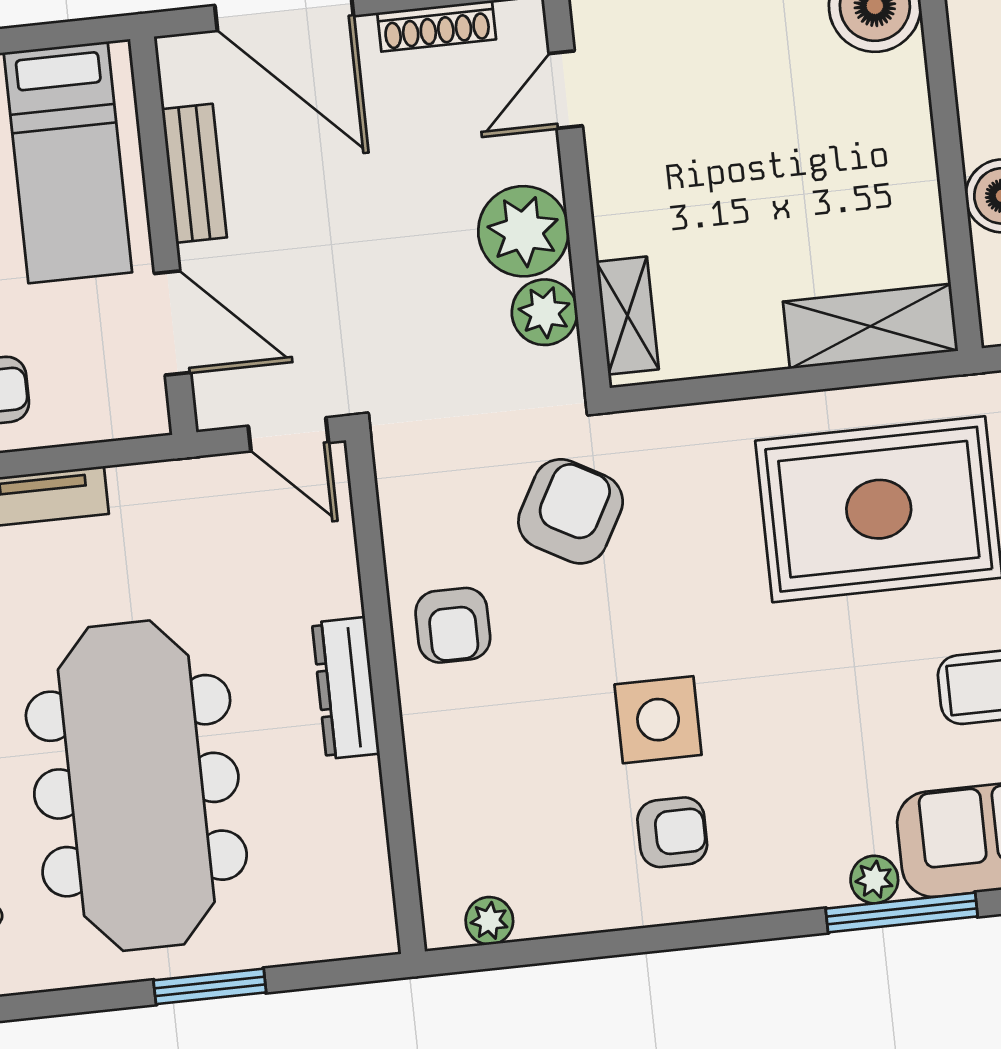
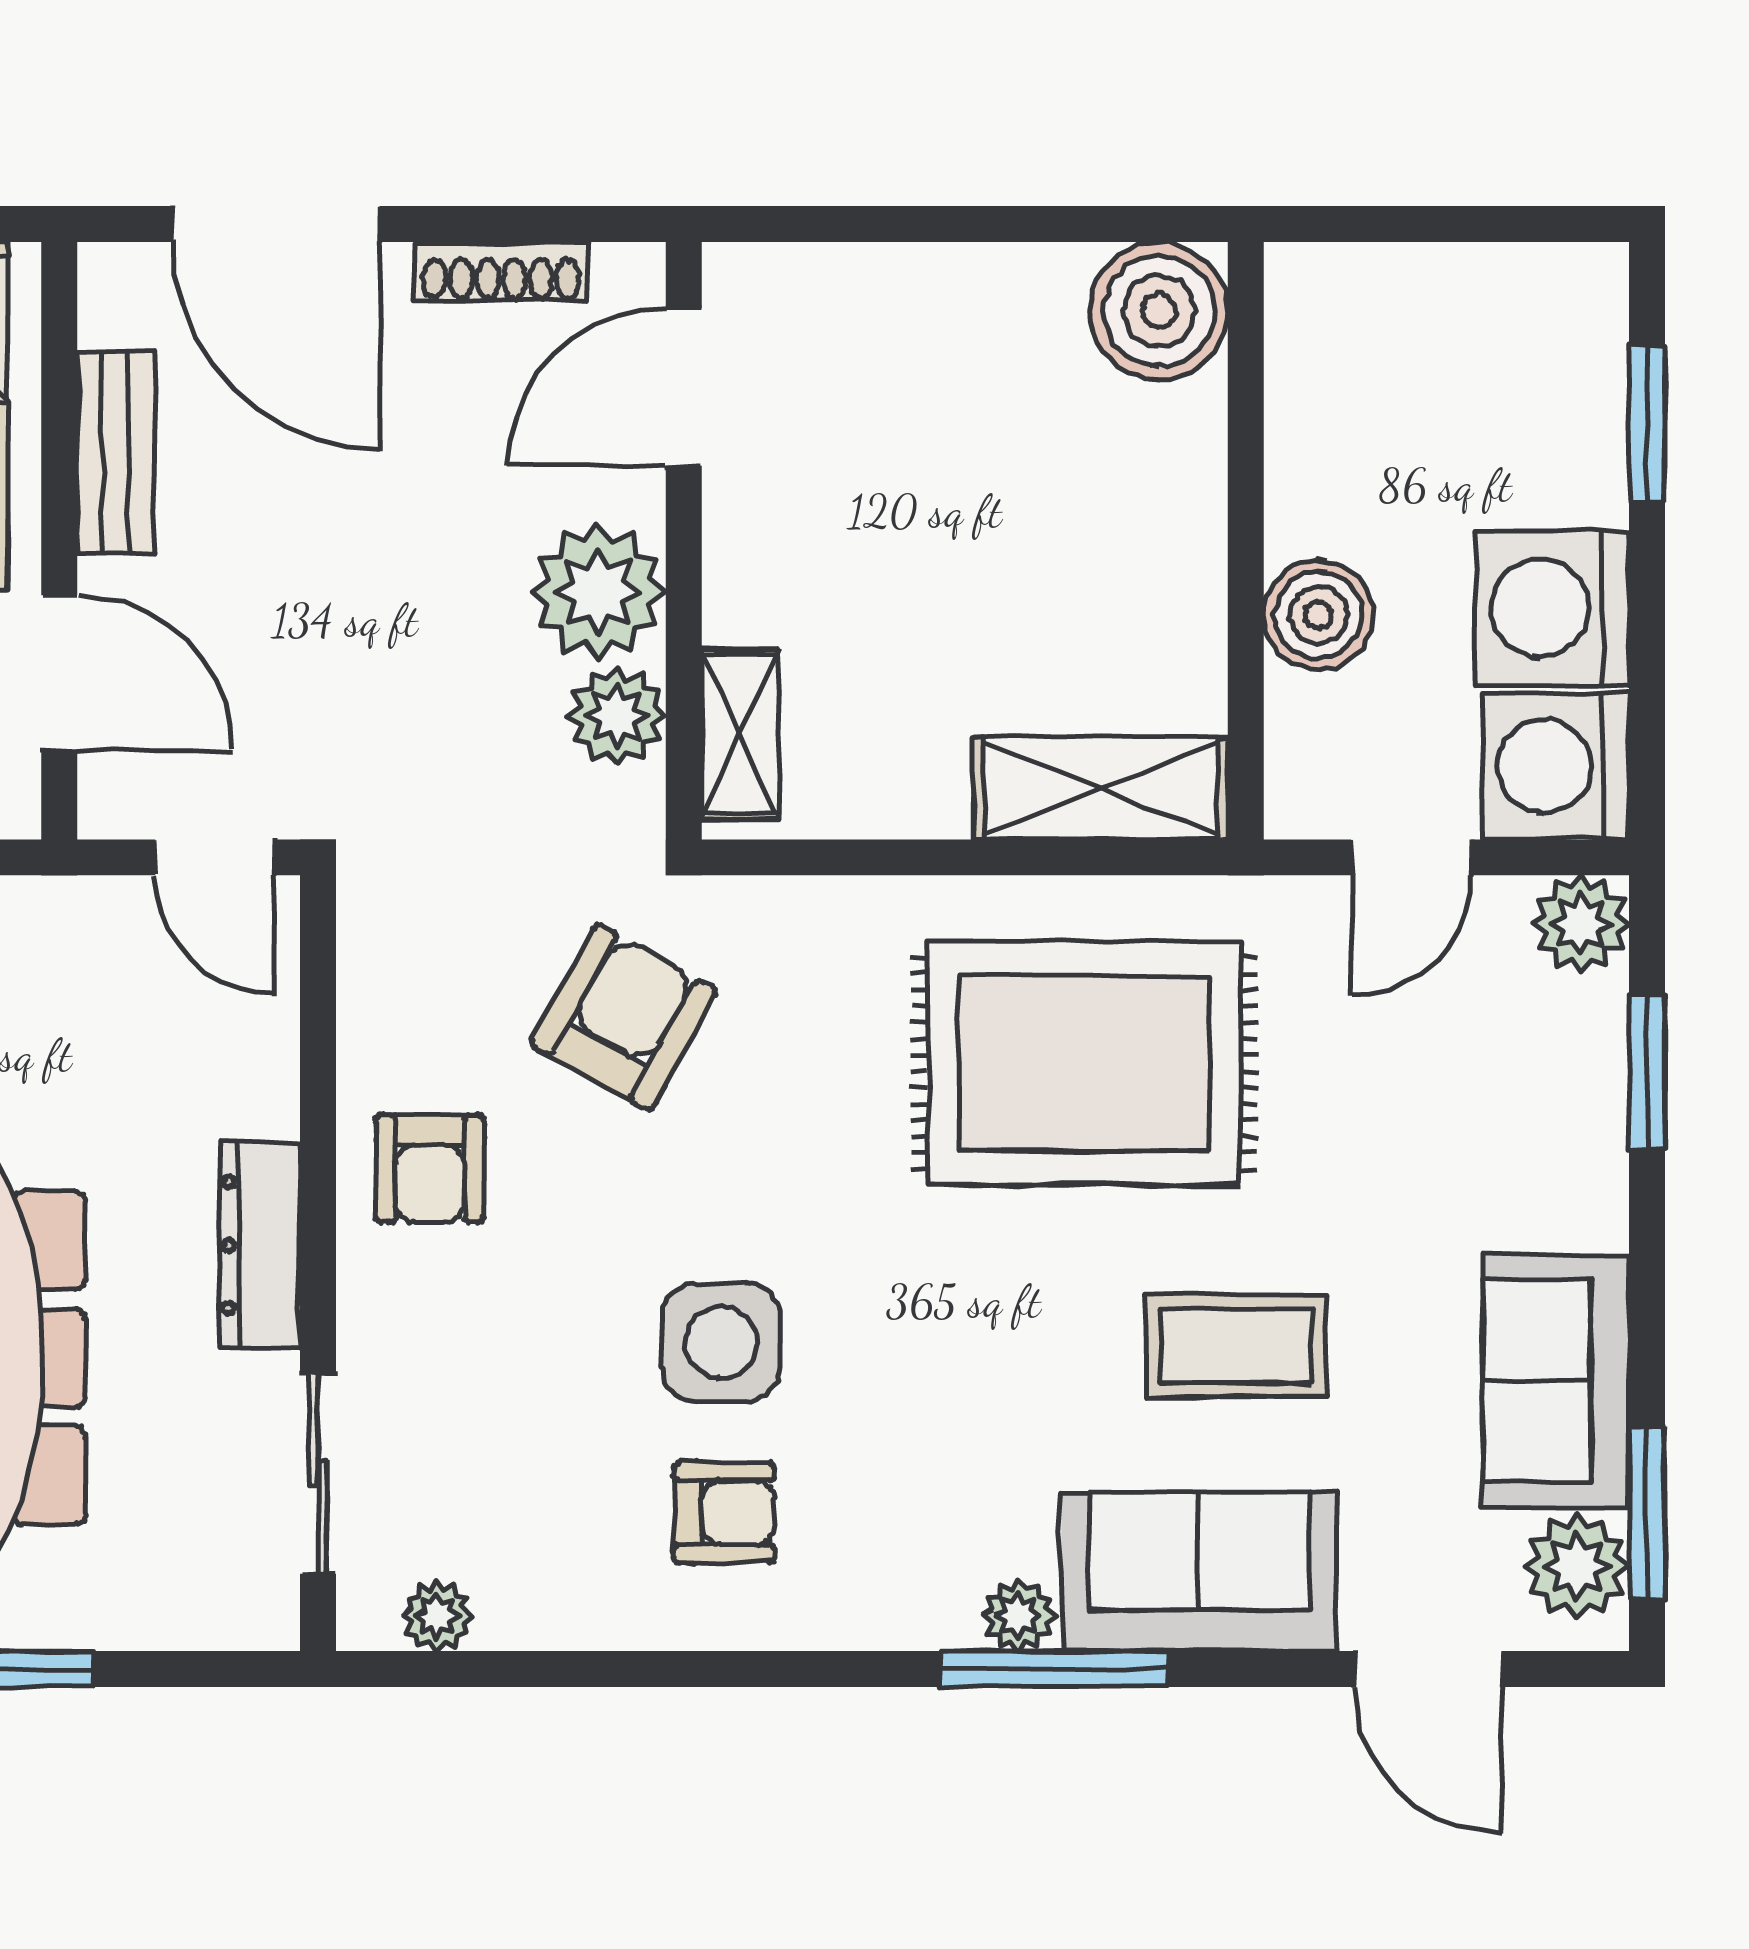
door: (566, 90) -> (684, 387), width x1.38
sliding door: (400, 835) -> (318, 1473), added

